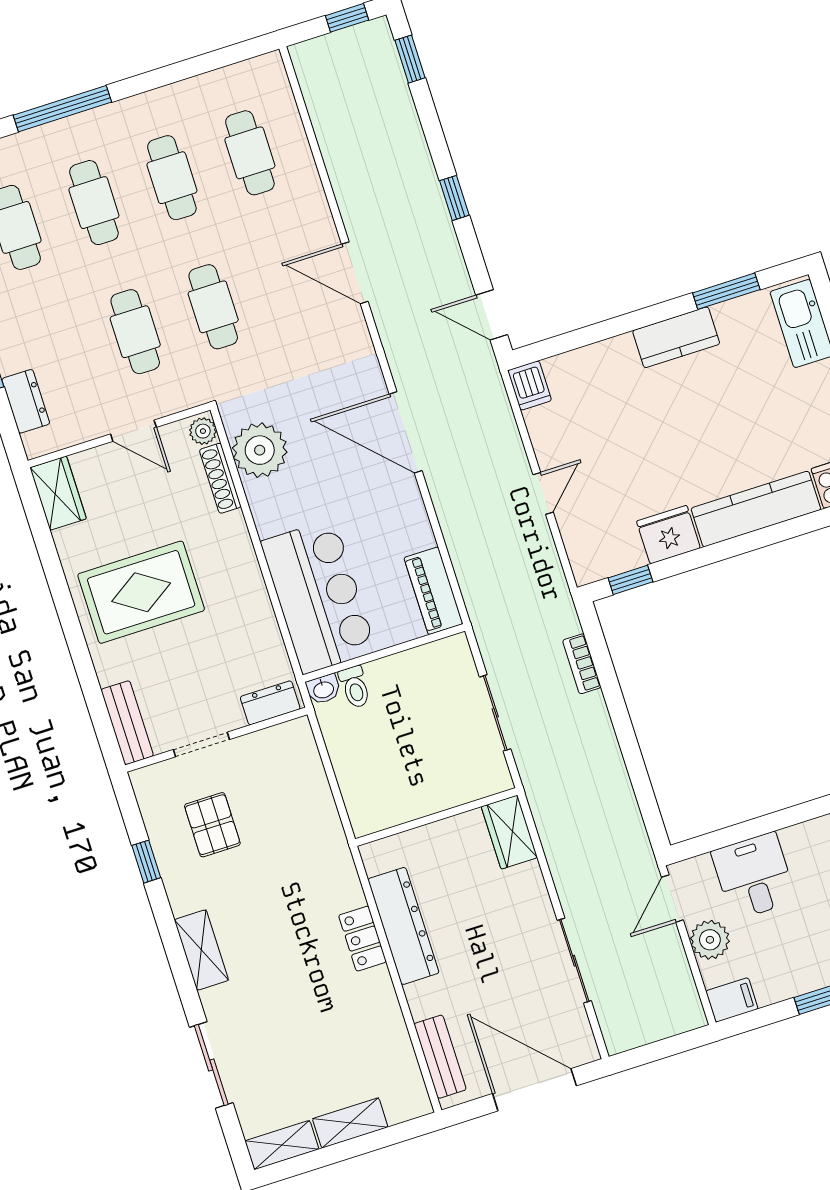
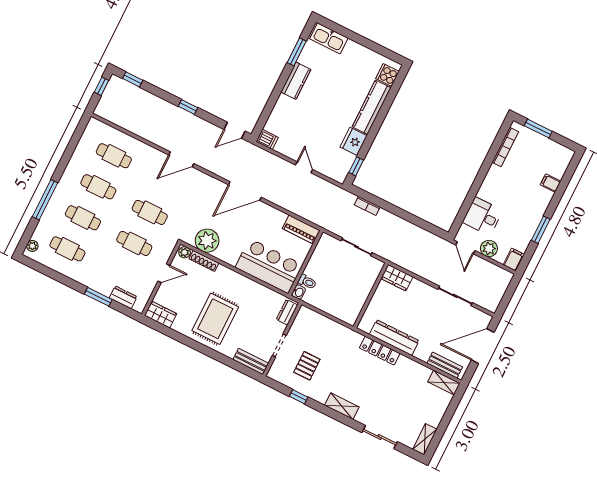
pallet: (212, 825) -> (307, 366), turned 90
locker: (363, 939) -> (380, 351), width x1.53
shelving: (350, 1123) -> (444, 383), moved, turned 90

